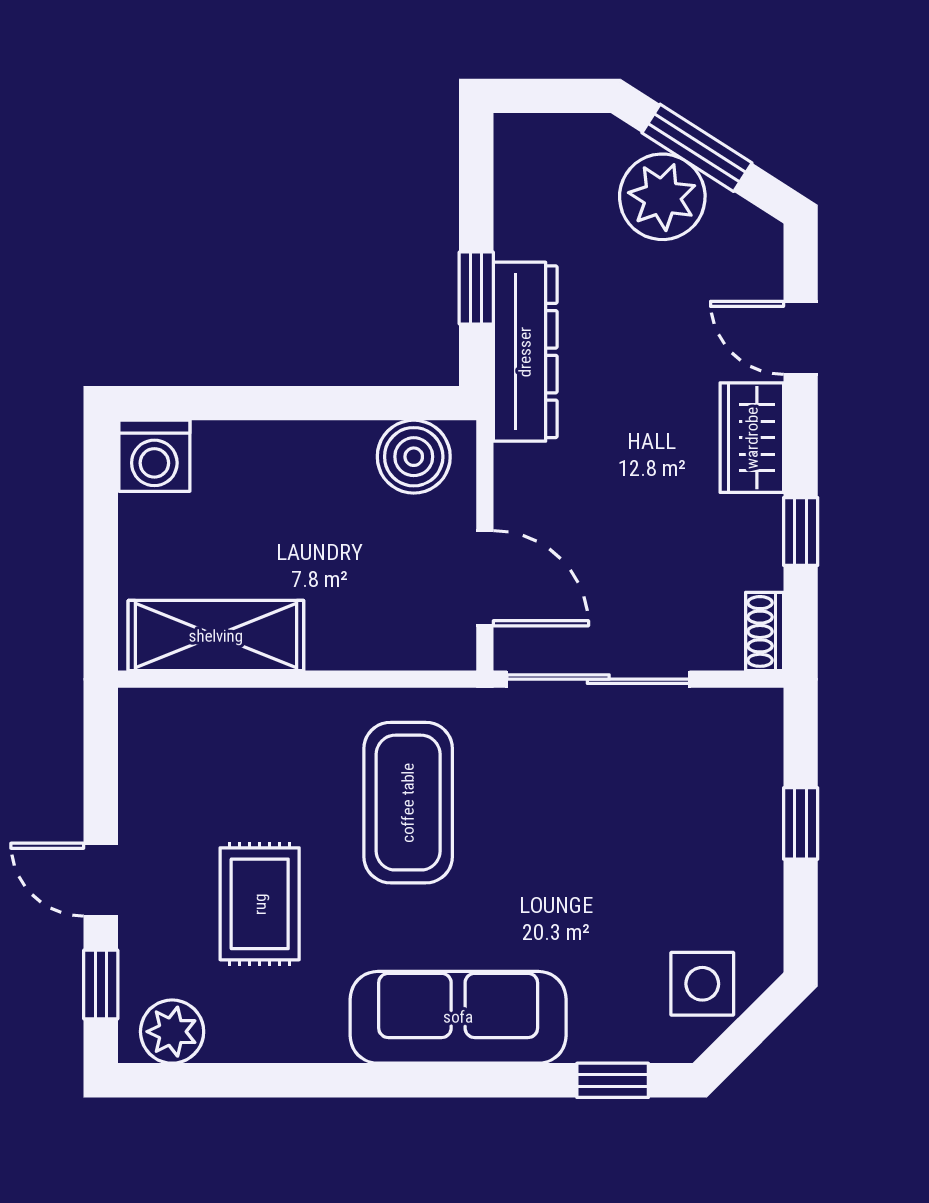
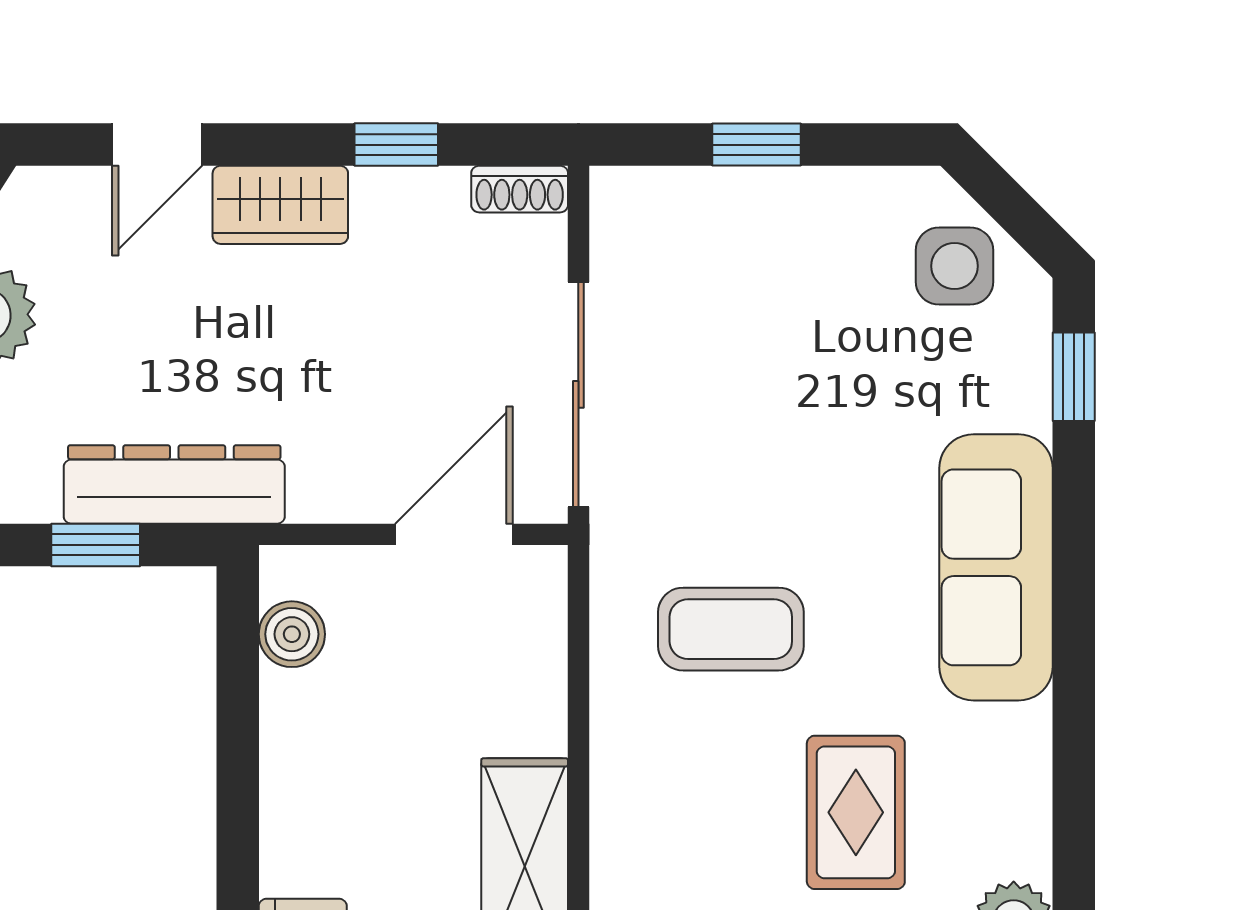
boiler: (414, 457) -> (292, 634), width x0.73, depth x0.73
coffee table: (408, 803) -> (731, 629), width x0.73, depth x0.76
rug: (260, 904) -> (856, 812), turned 90

